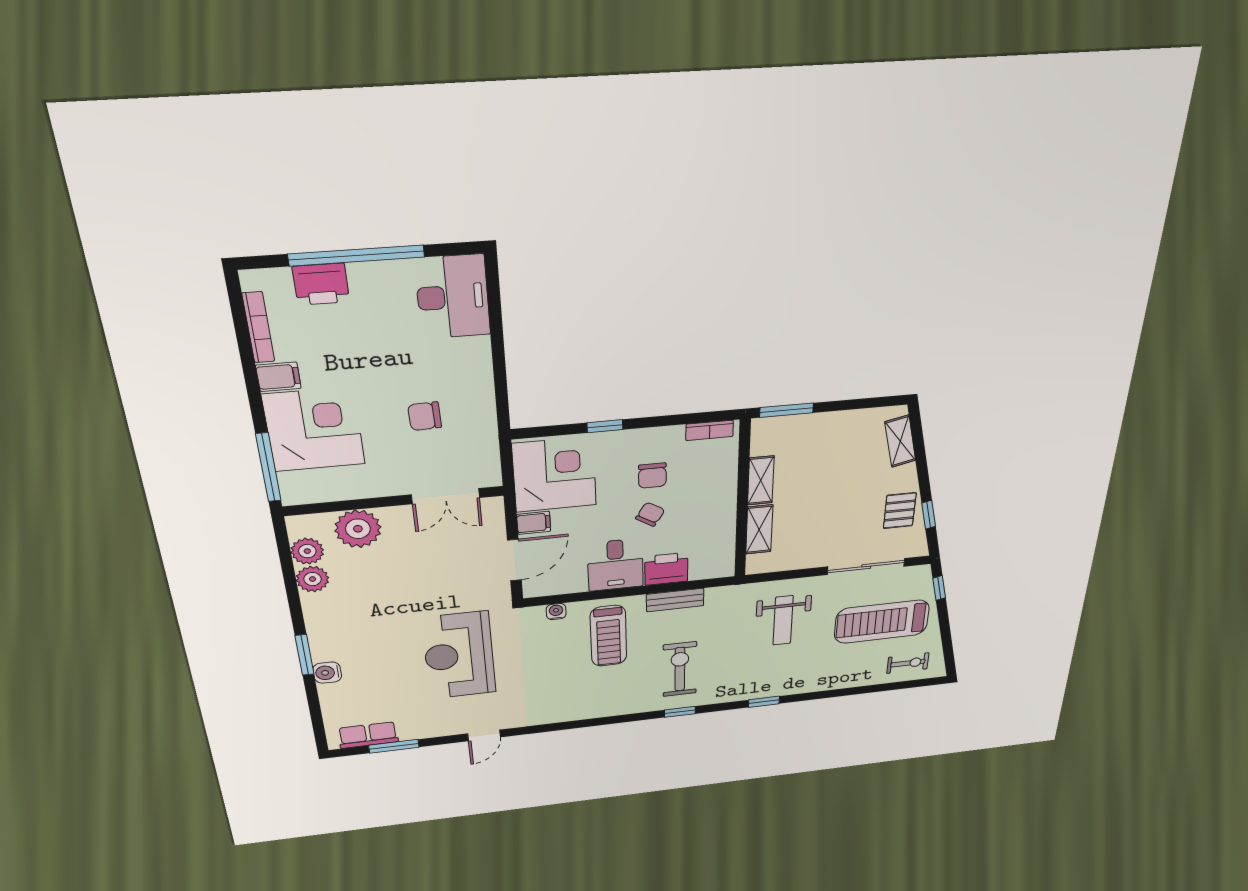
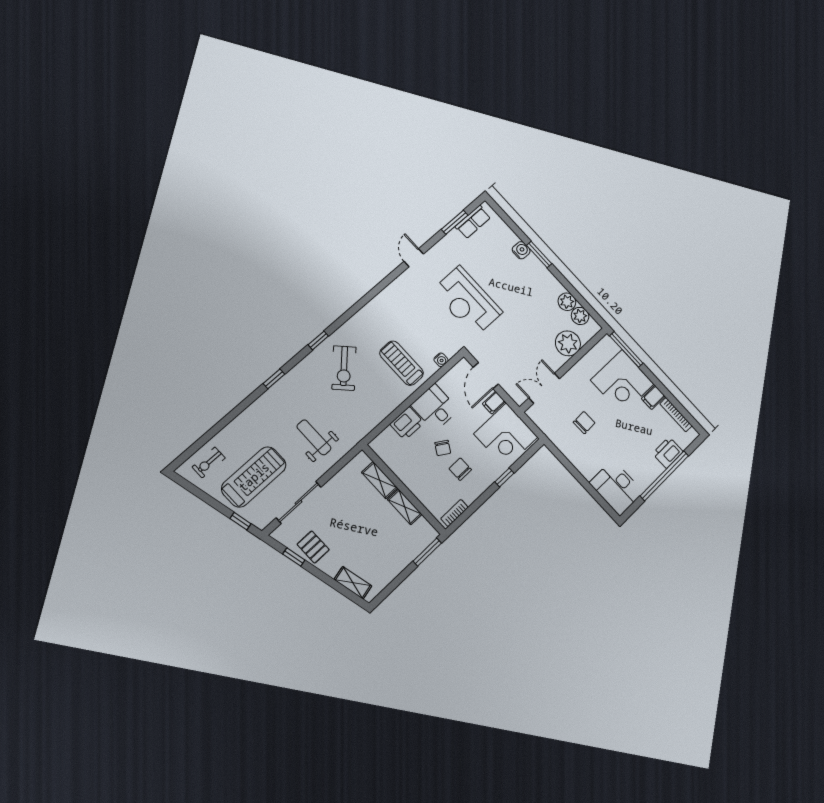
bench: (675, 600) -> (386, 409), removed
reception desk: (459, 655) -> (467, 301), turned 180
exercise bike: (680, 669) -> (344, 368), turned 45

